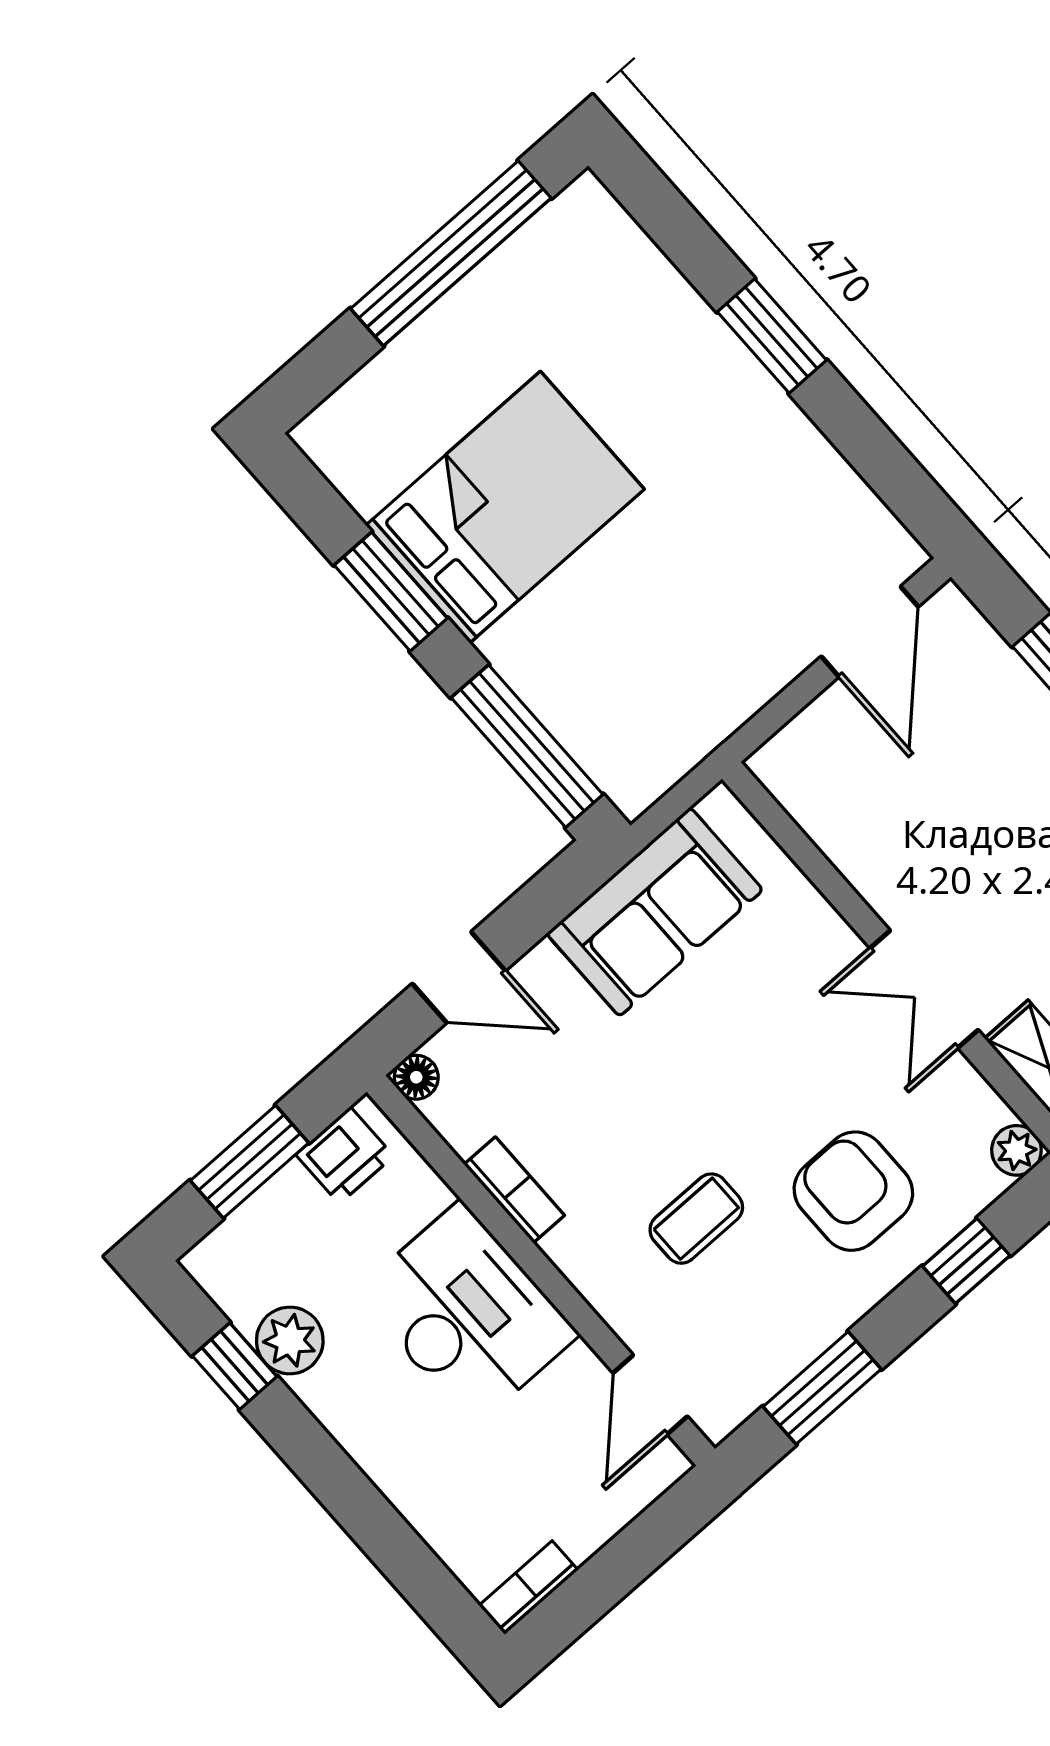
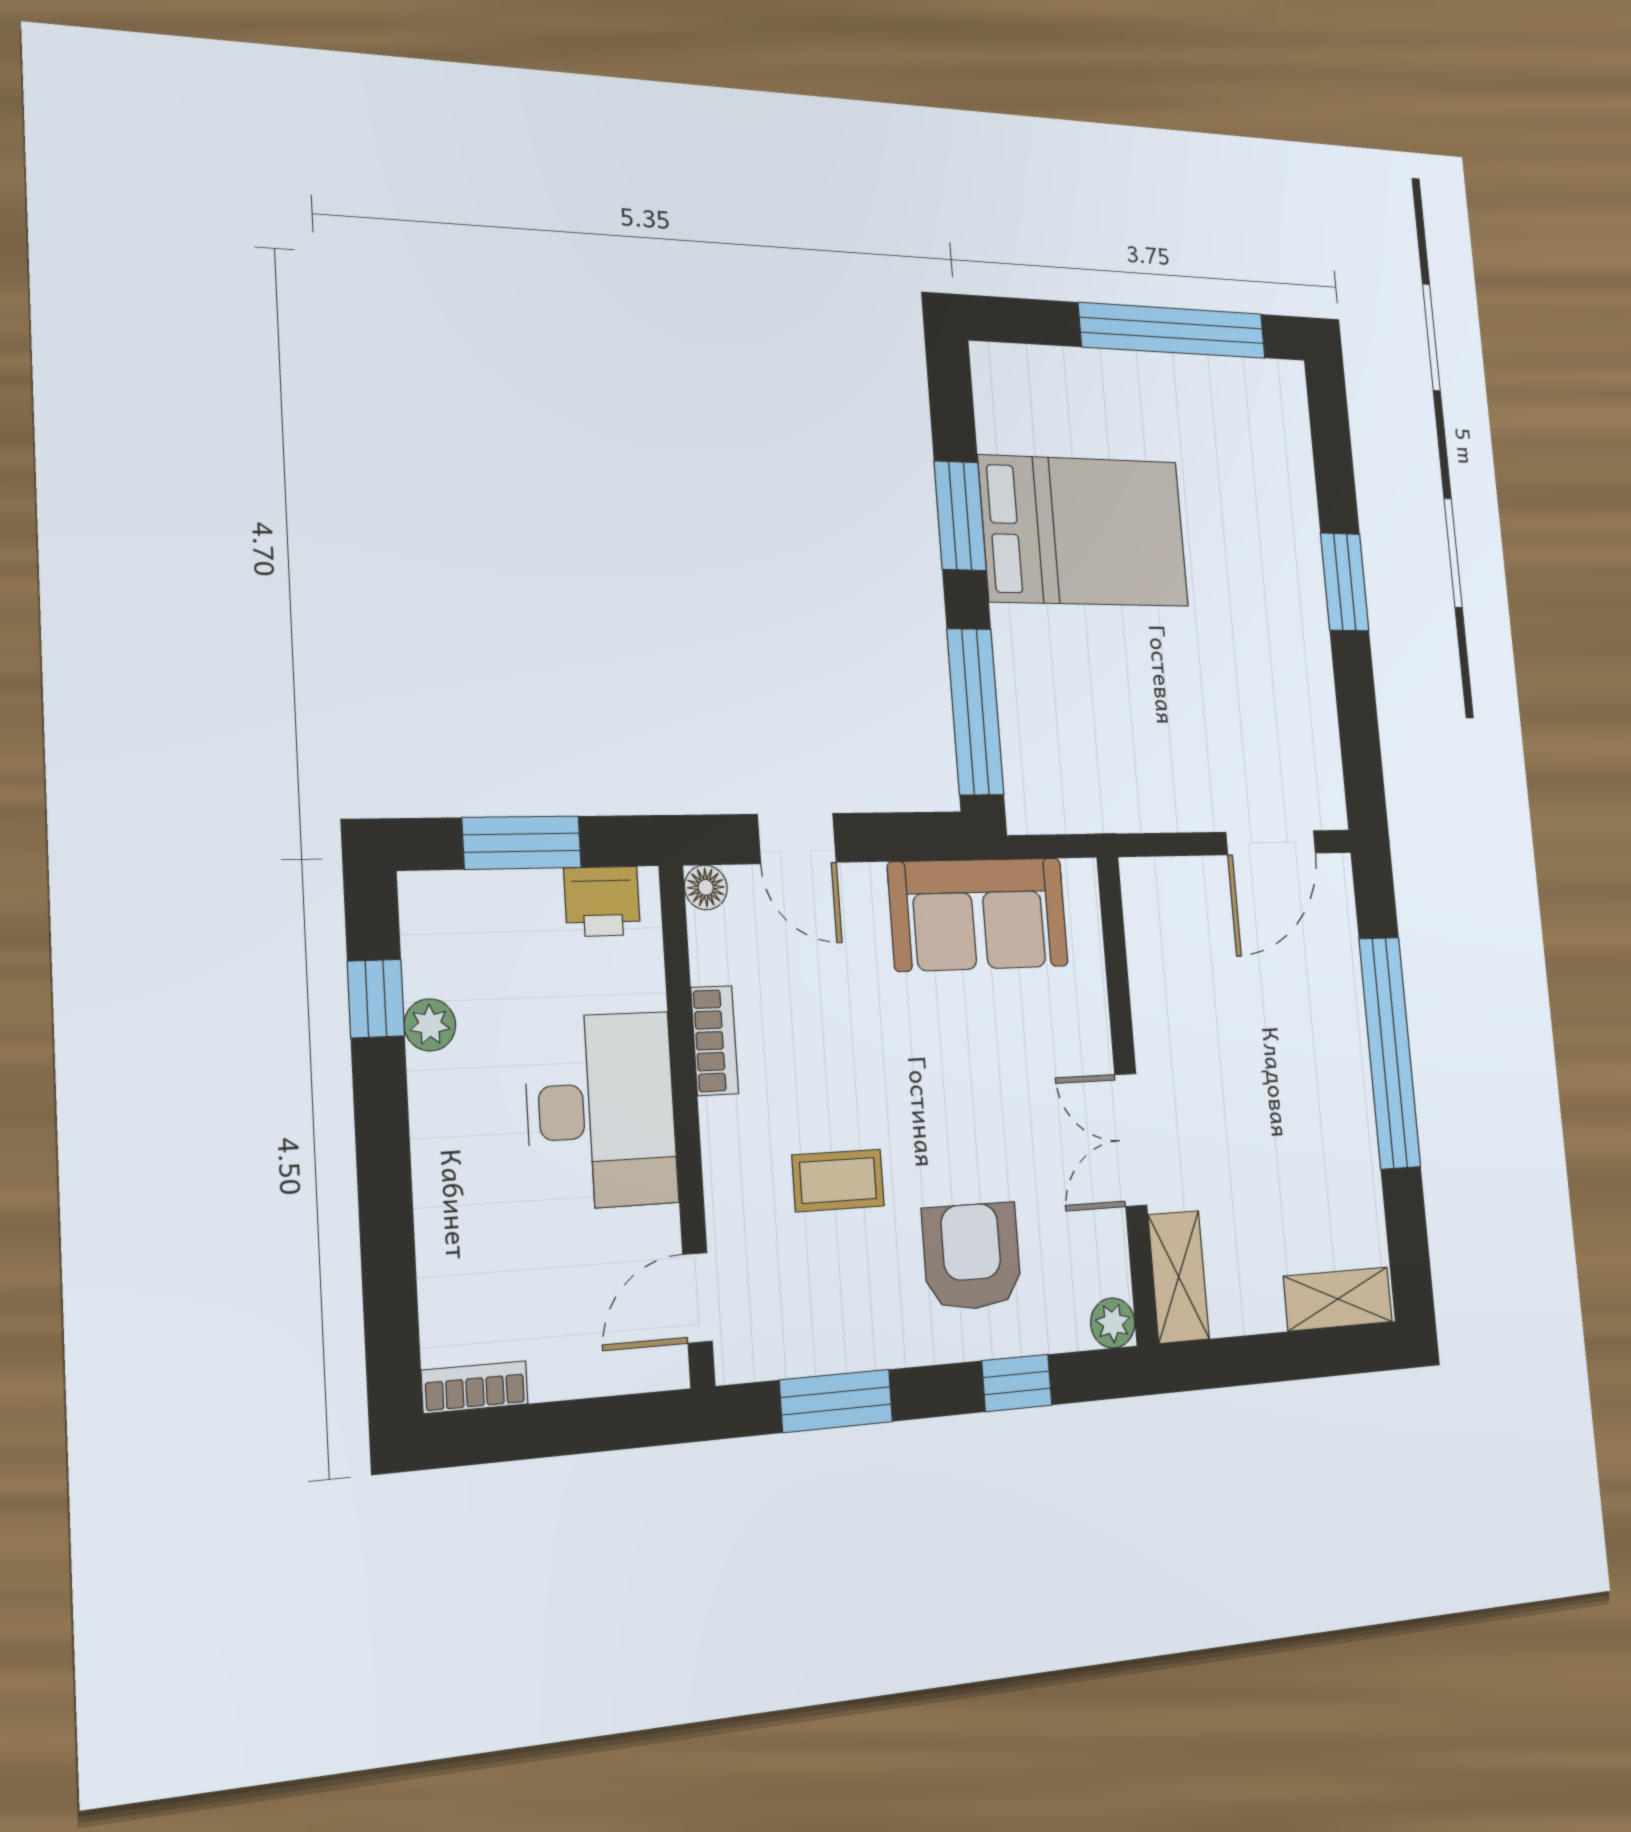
plant: (290, 1340) -> (430, 1025), width x0.73, depth x0.73

